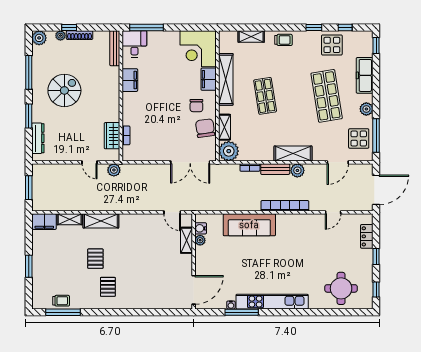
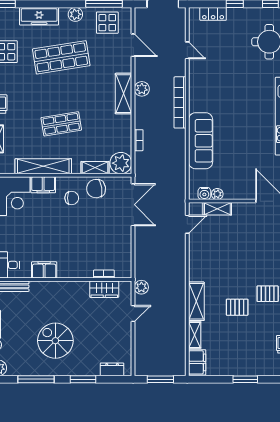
dresser: (38, 138) -> (112, 369), width x0.70
bench: (275, 169) -> (140, 113), removed

